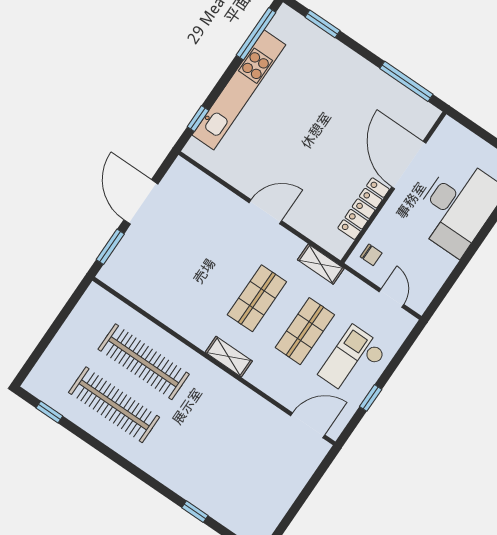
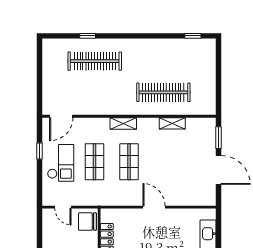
window: (198, 119) -> (219, 230), removed
door: (265, 212) -> (154, 207), swing flipped
chair: (371, 255) -> (88, 222), width x1.87, depth x1.87
shelving: (321, 264) -> (172, 123), moved
clothes rail: (114, 405) -> (95, 61), moved

